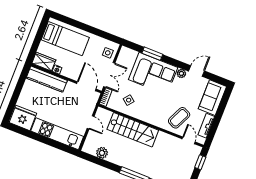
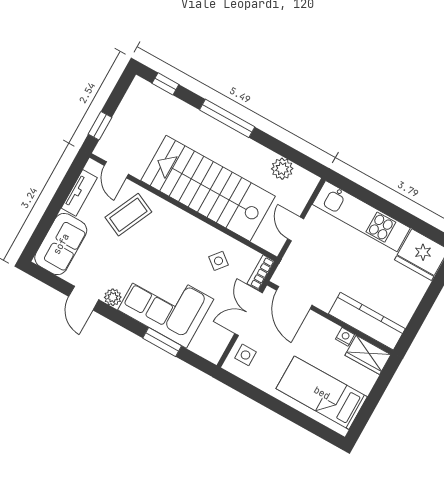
door: (196, 71) -> (84, 298), hinge flipped
stairs: (133, 130) -> (208, 188), width x1.36, depth x1.51

